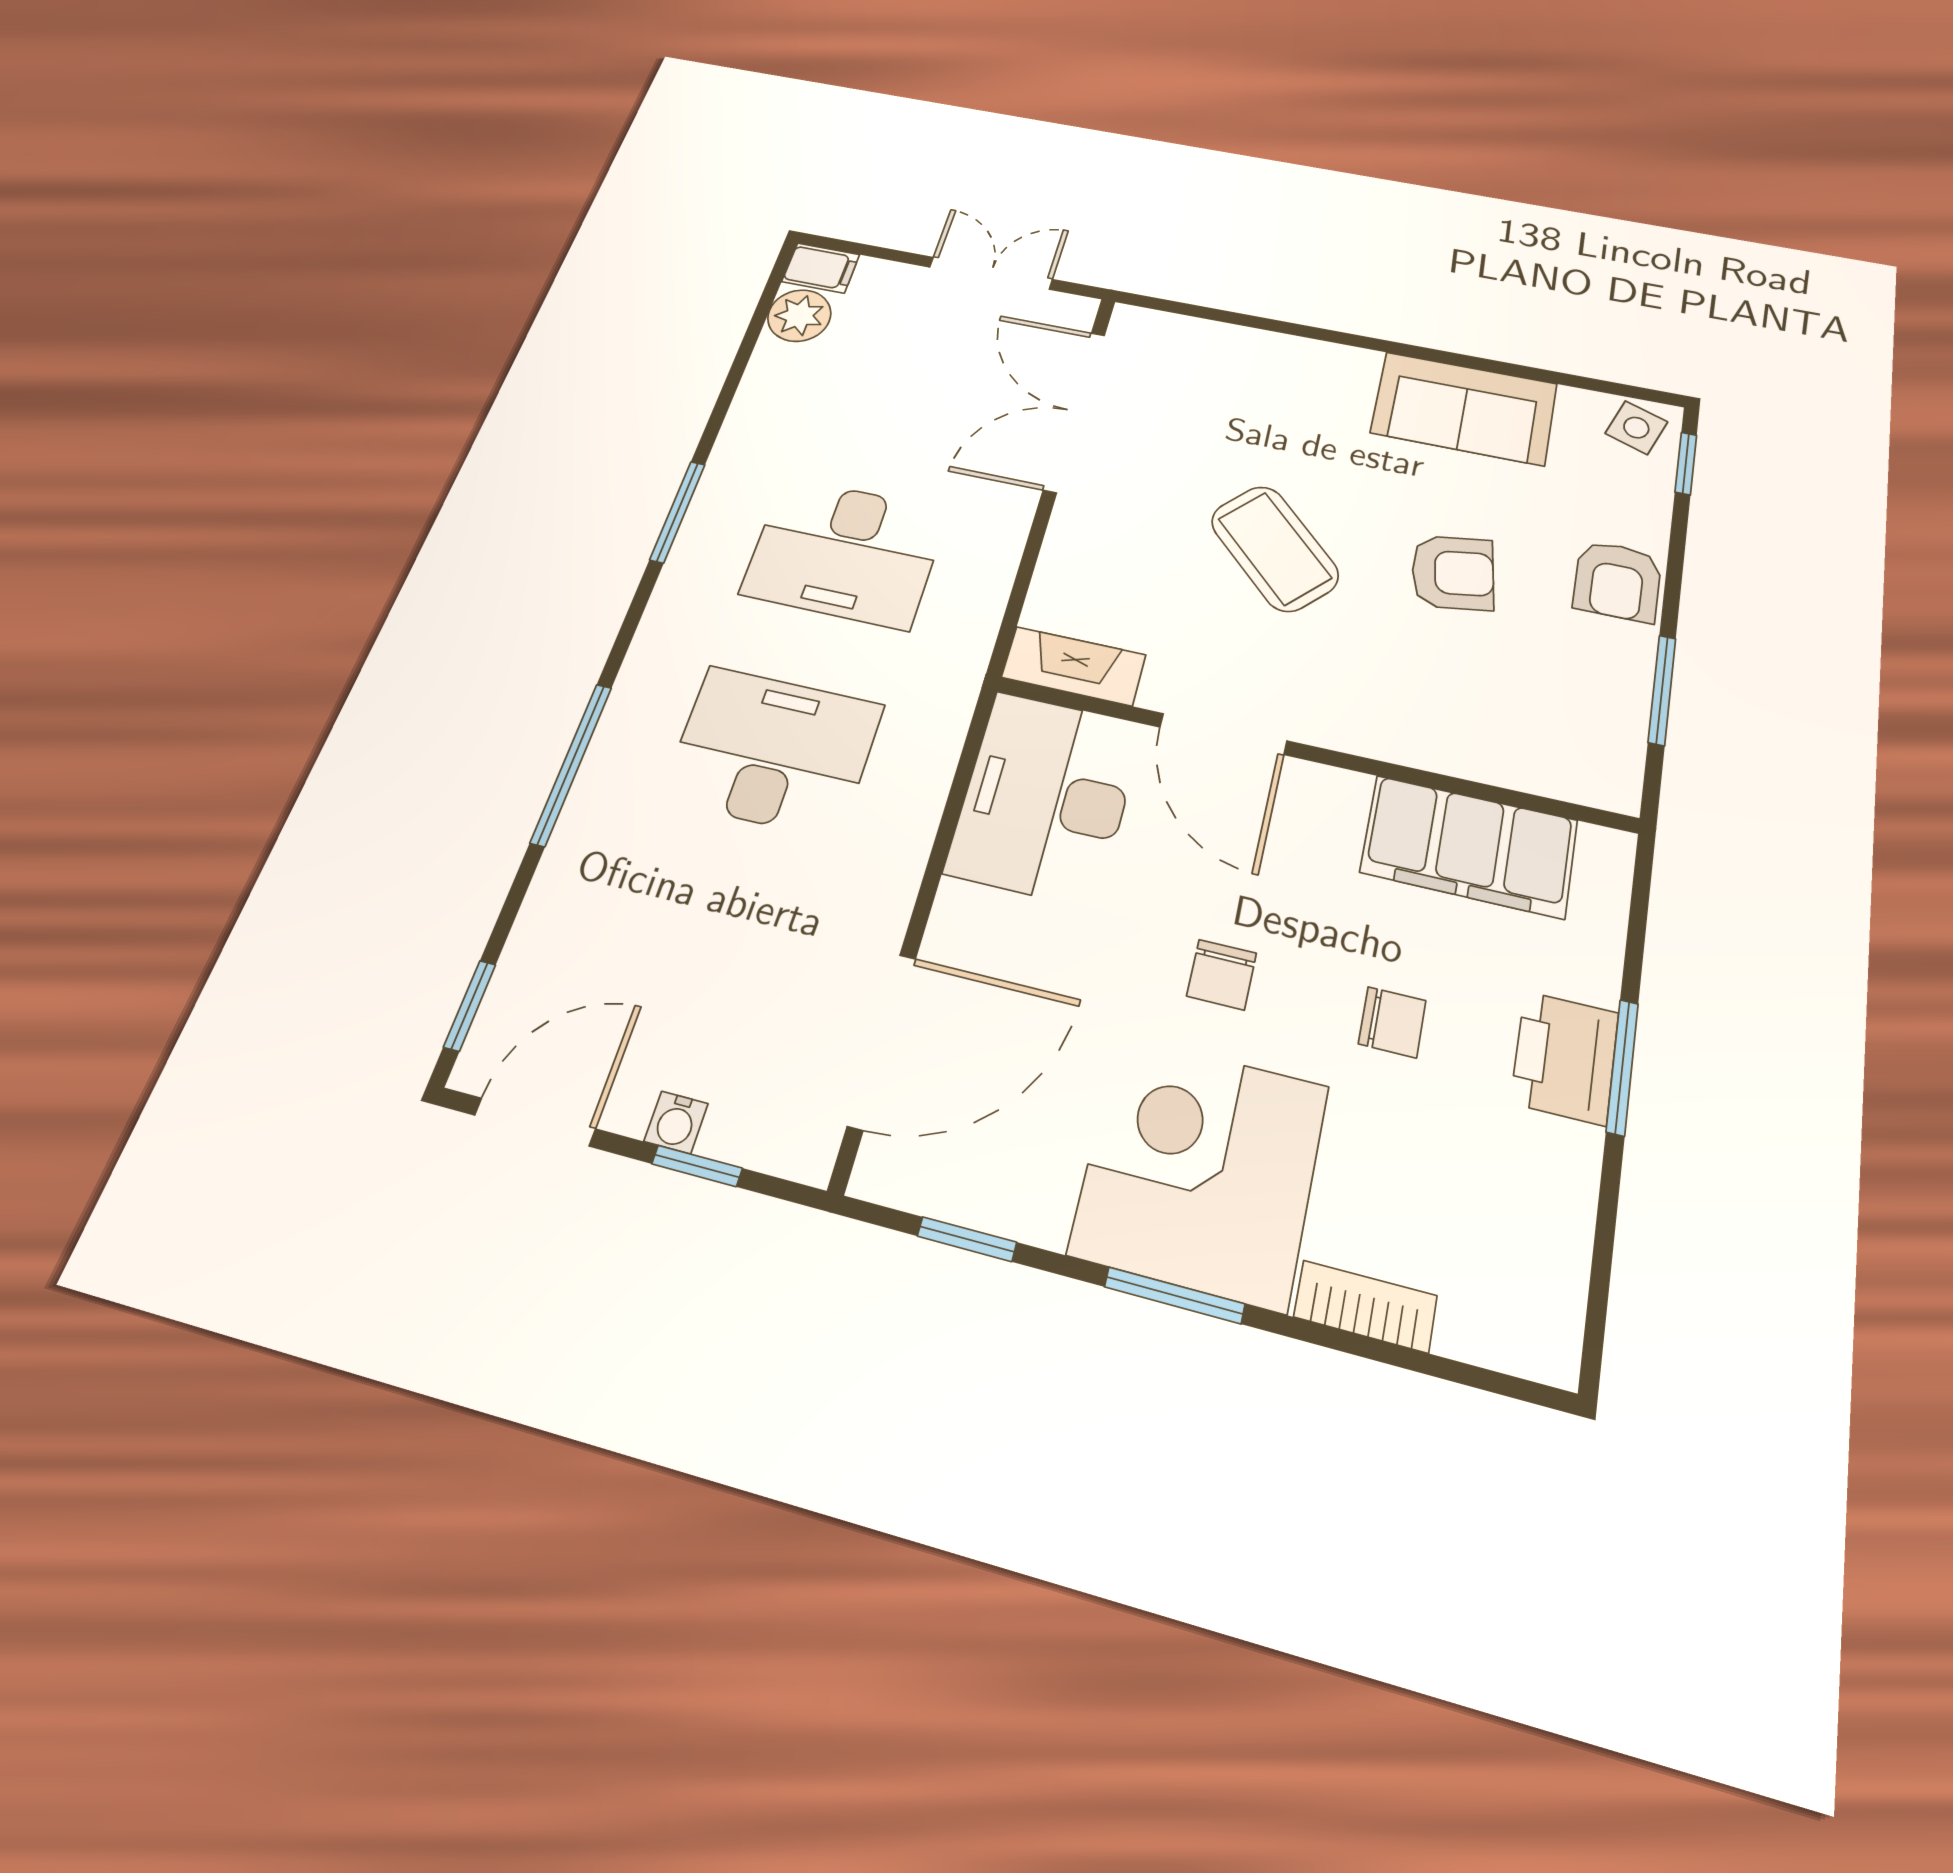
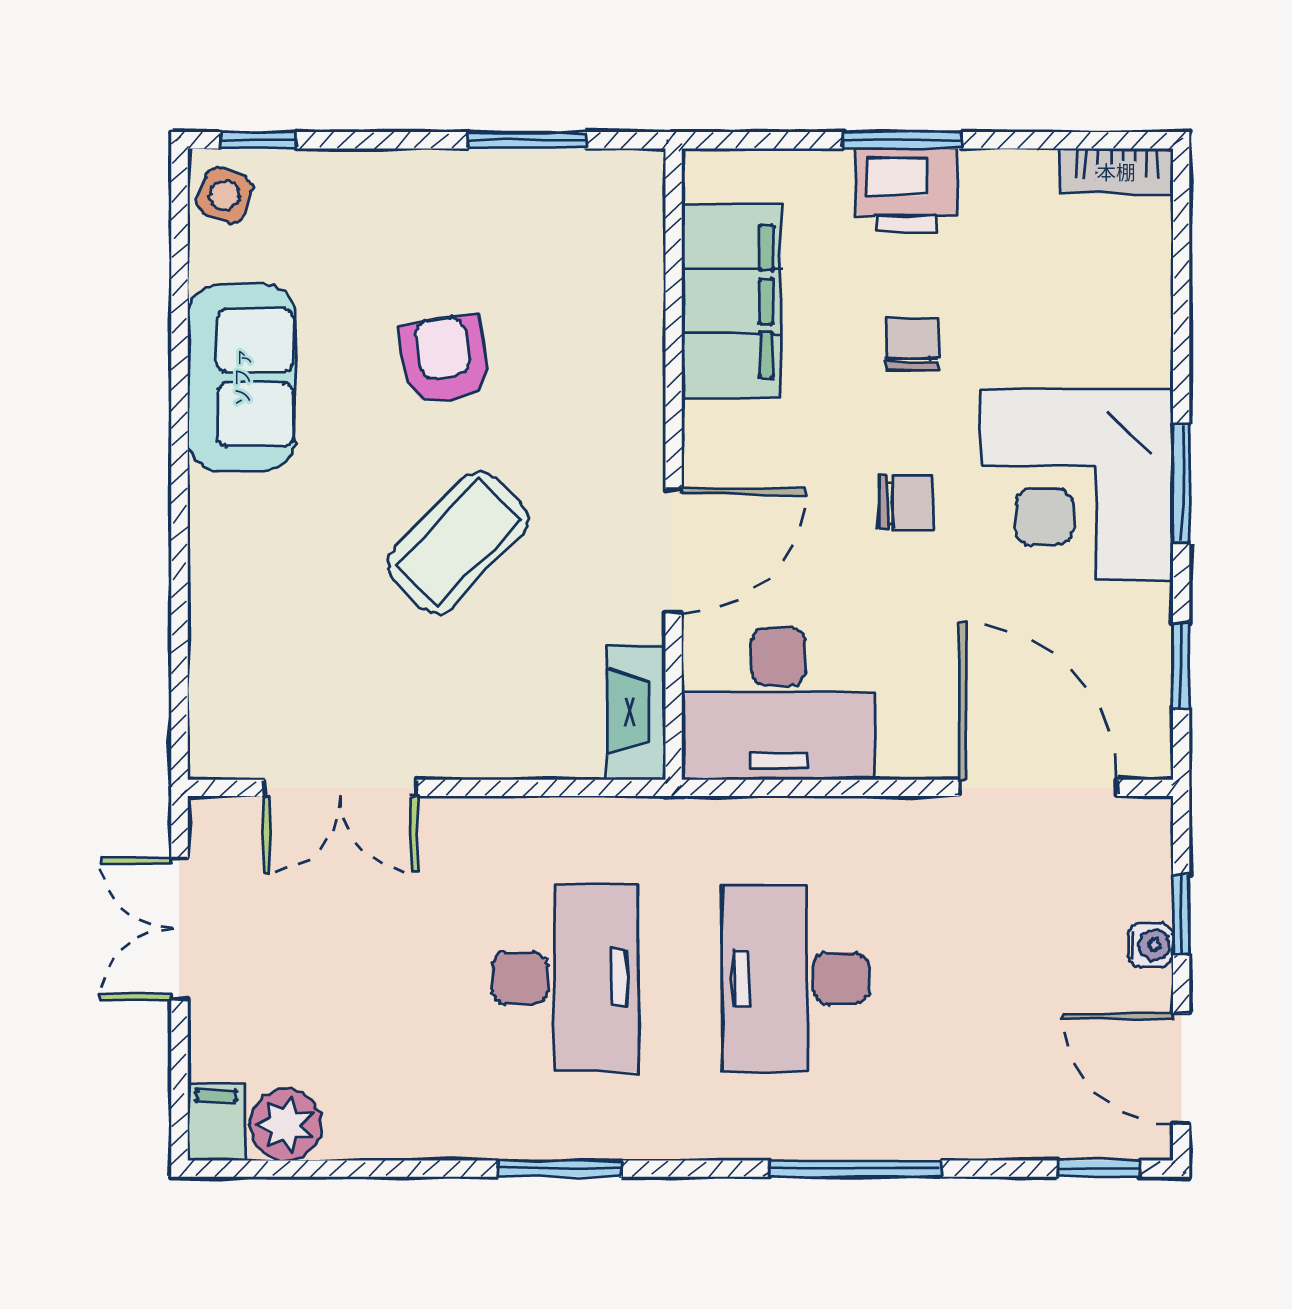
double door: (1074, 411) -> (340, 788), width x0.73
armchair: (1617, 581) -> (415, 195), removed
bookcase: (1365, 1306) -> (1116, 171), moved, turned -90

